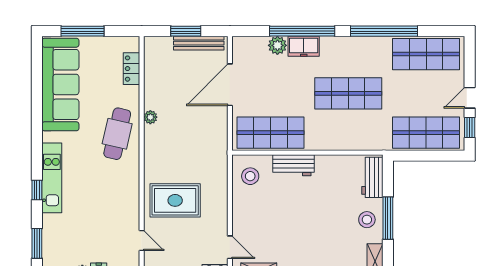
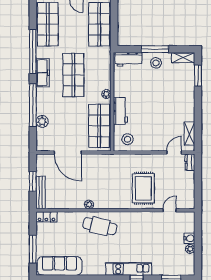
bench: (199, 43) -> (41, 193), moved
freezer: (304, 46) -> (43, 73), moved, width x1.40
locker: (132, 69) -> (46, 217), moved
sofa: (60, 84) -> (60, 266), width x0.74, depth x0.79
plant: (319, 144) -> (106, 94), added

